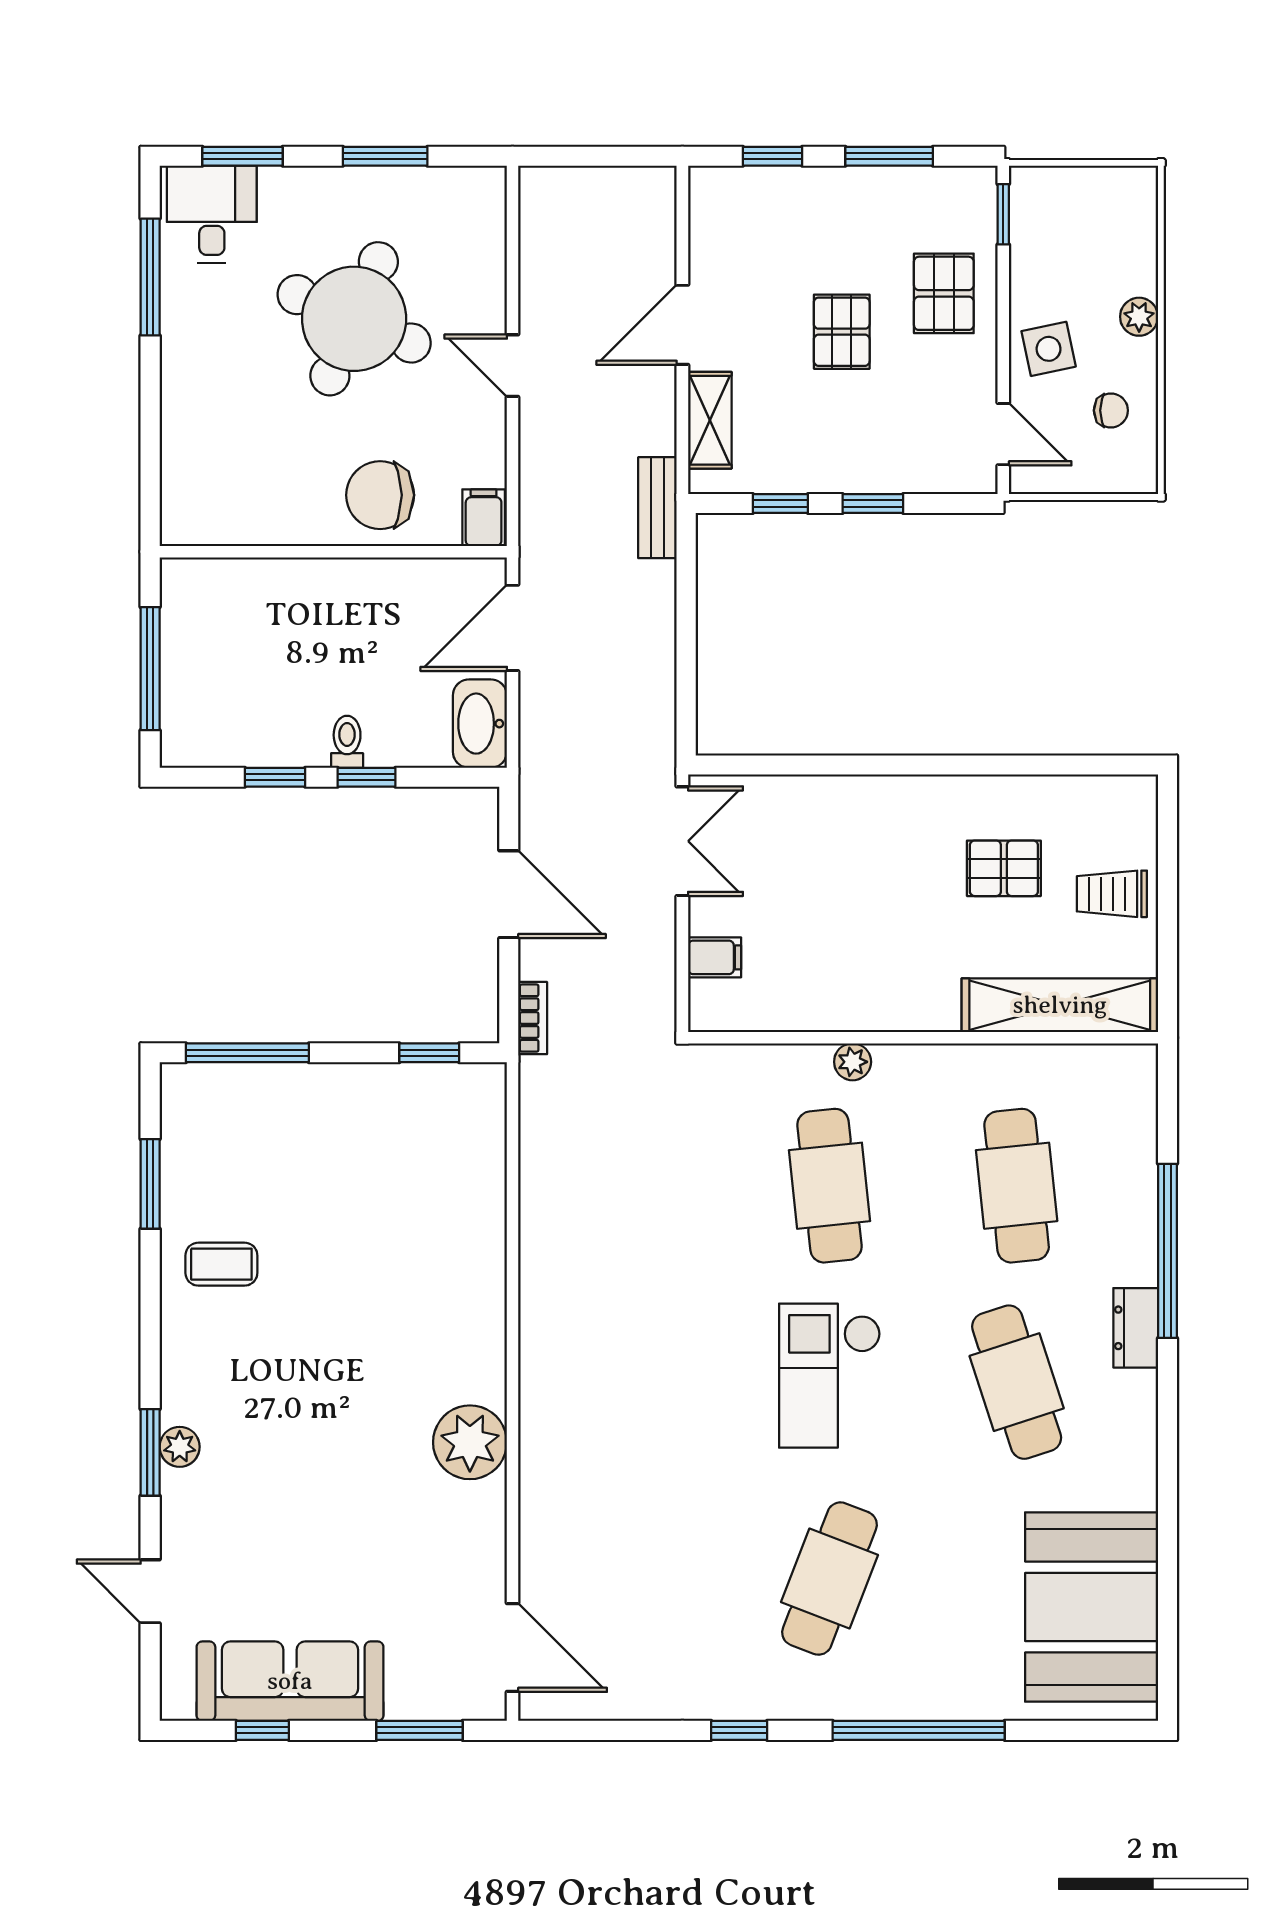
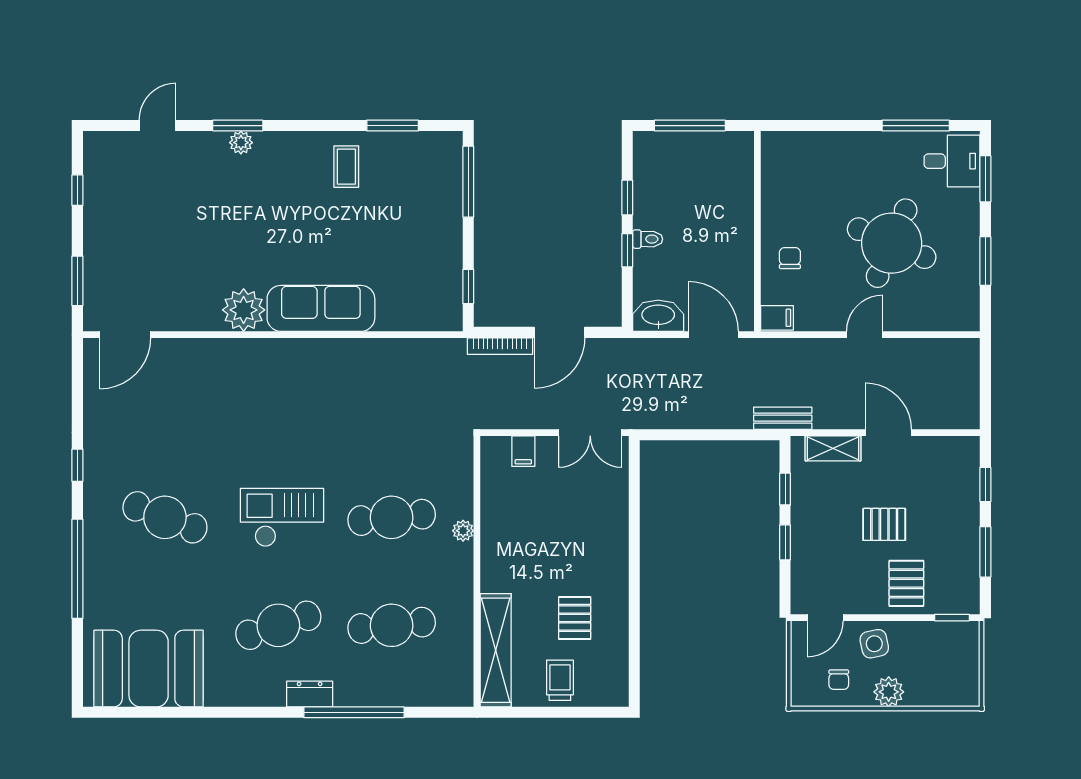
pallet: (944, 293) -> (906, 583), turned 90
plant: (1139, 317) -> (889, 692), width x1.38, depth x1.38
chair: (380, 495) -> (790, 258), width x0.54, depth x0.54
bookcase: (533, 1018) -> (500, 346), width x1.56
sofa: (290, 1681) -> (321, 308), moved, turned -90

